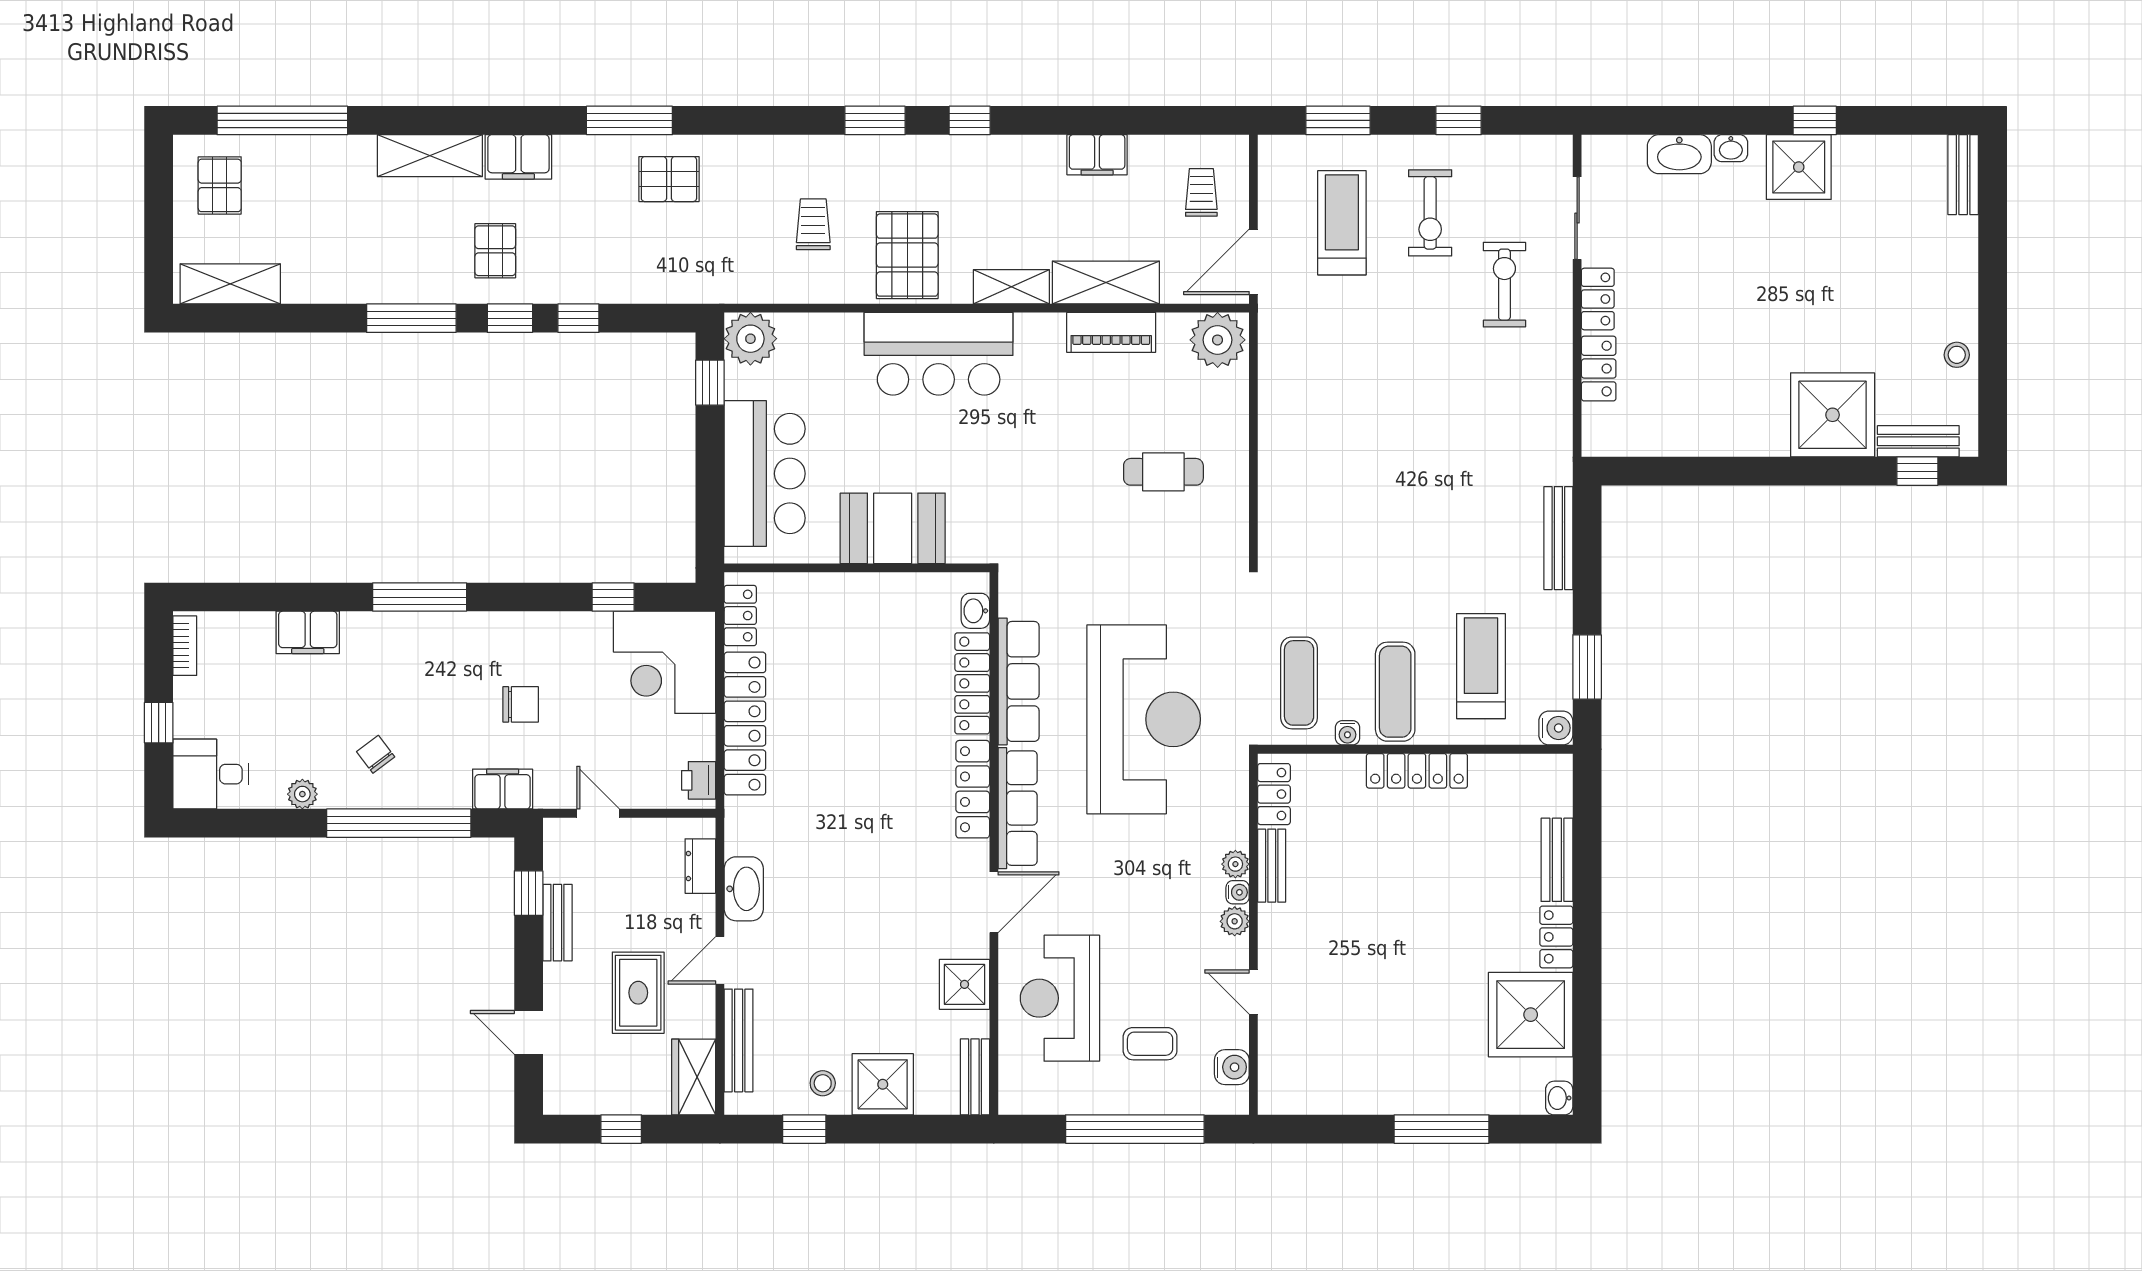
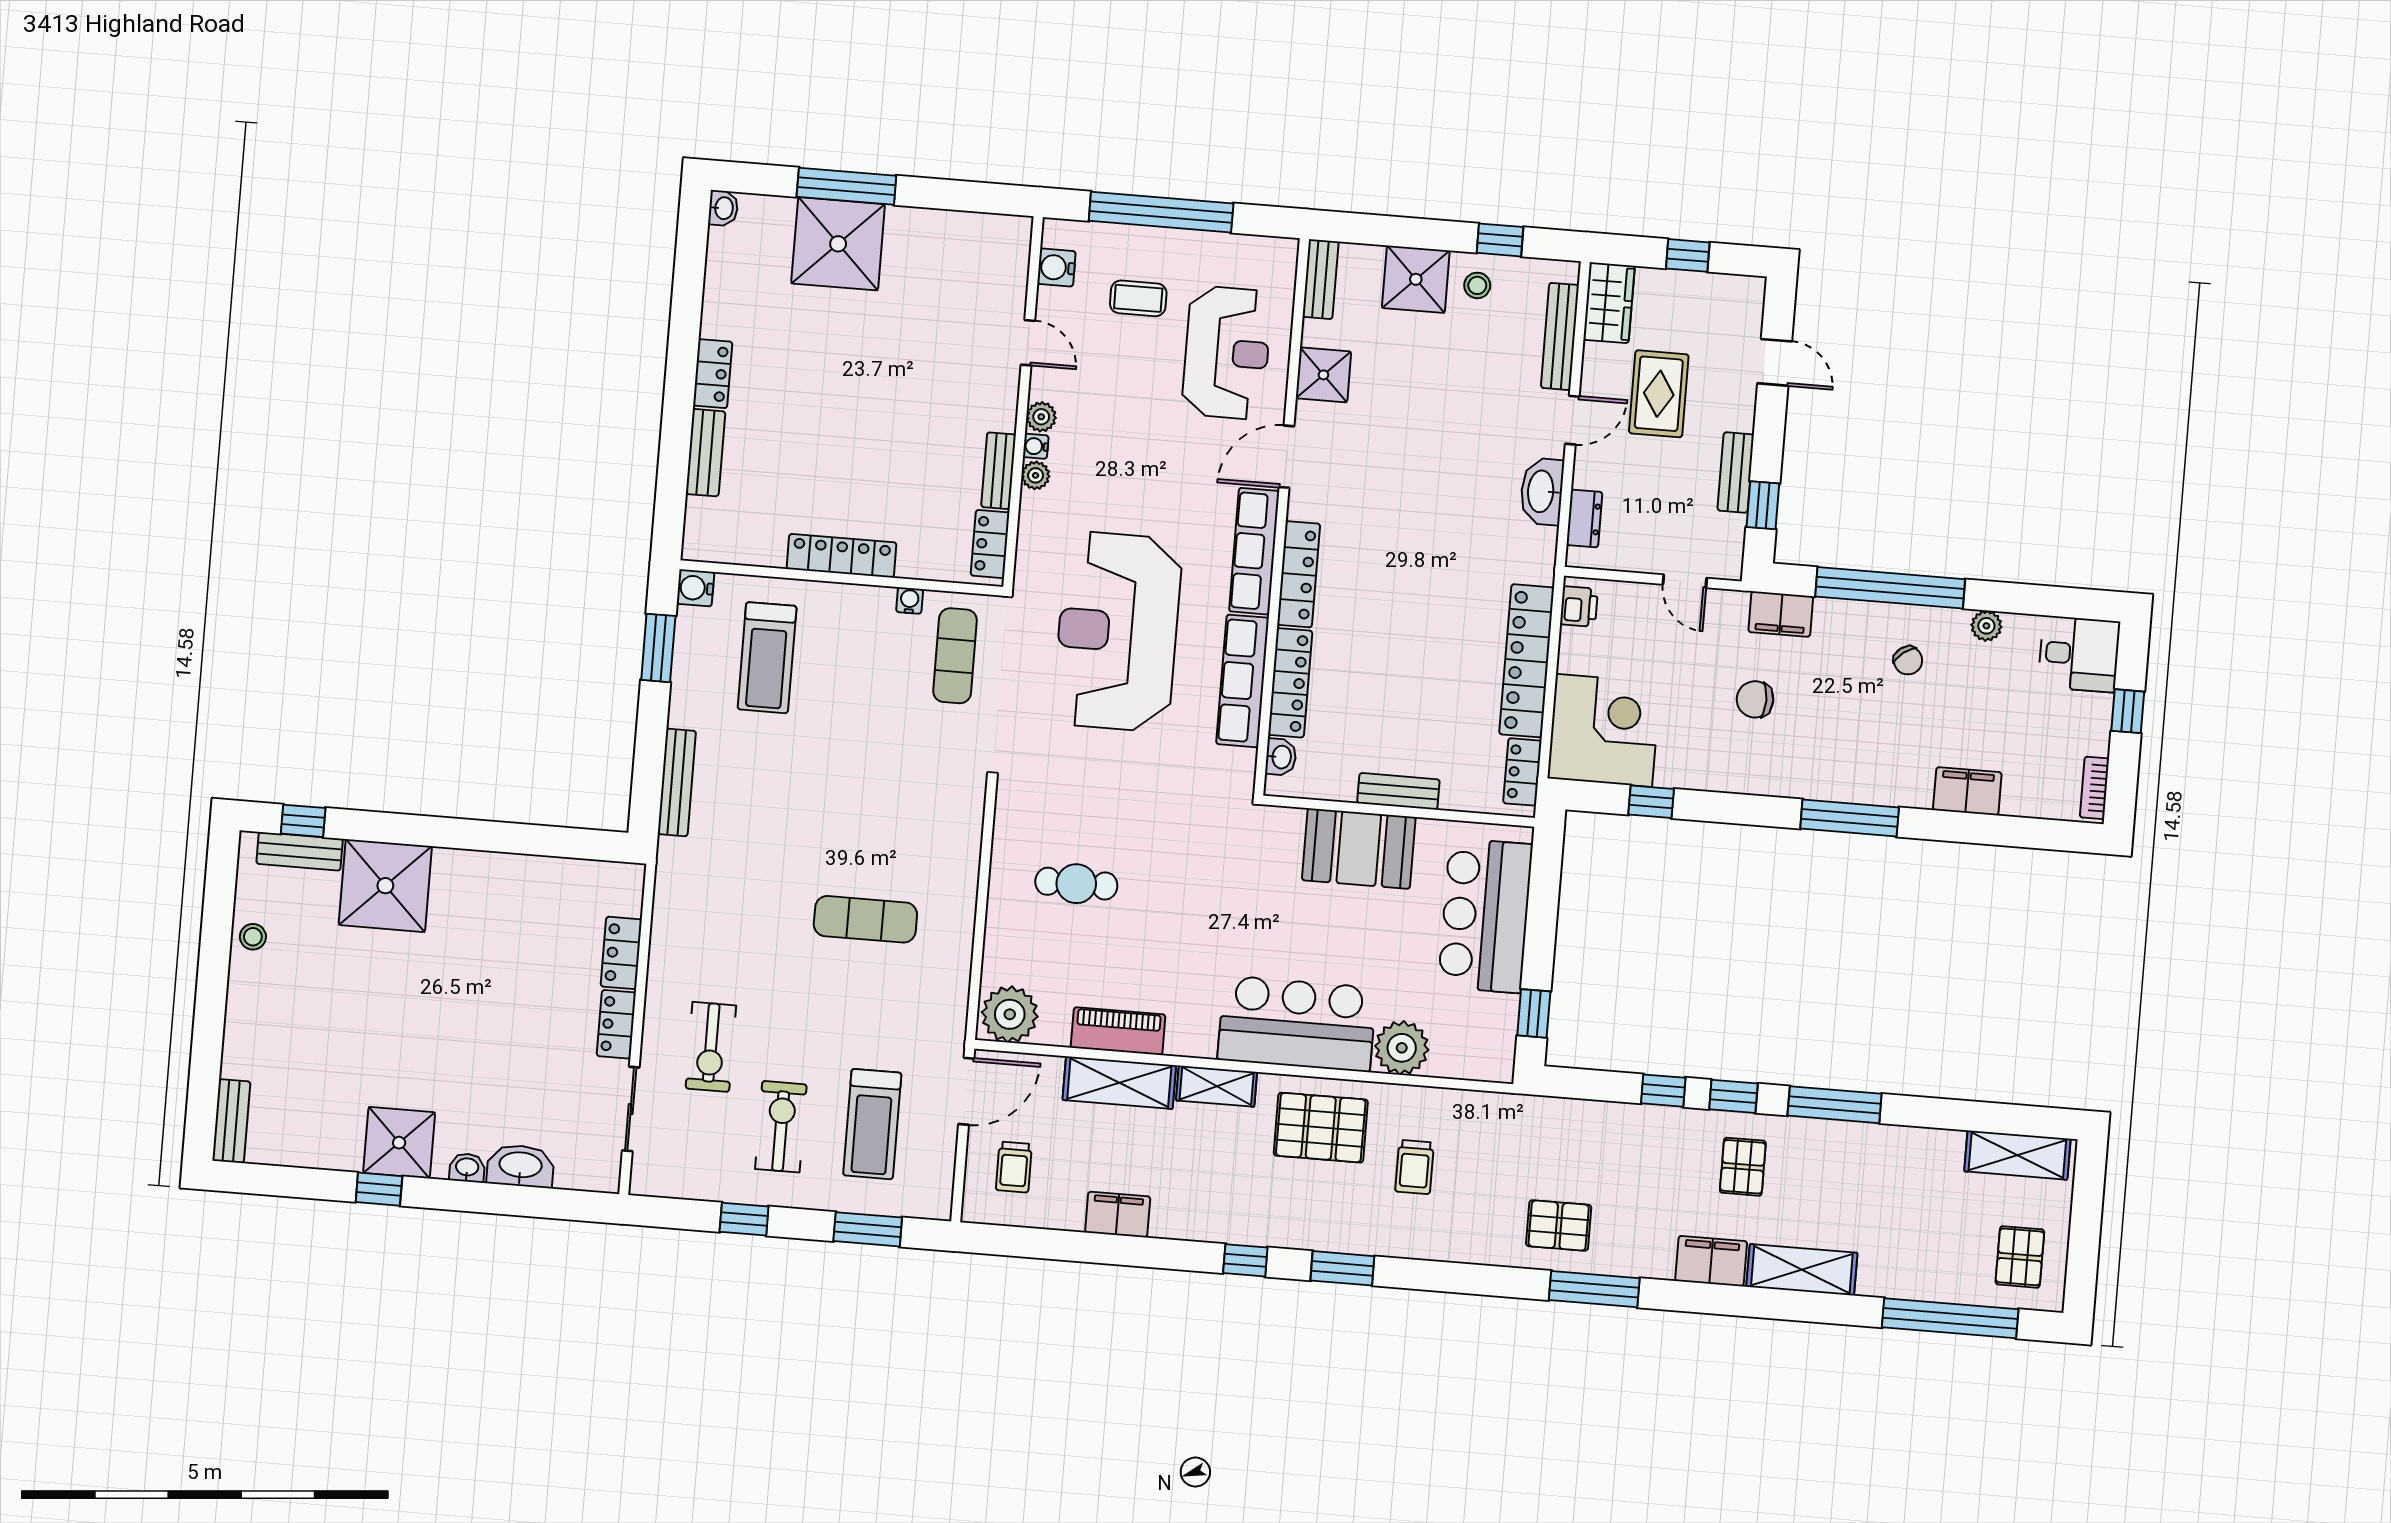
pallet: (907, 255) -> (1321, 1128), turned 90
plant: (750, 339) -> (1402, 1048), moved
bench: (859, 587) -> (1398, 791), added
exercise mat: (1395, 692) -> (865, 919), moved, turned 90
shower: (1531, 1015) -> (838, 244), moved

